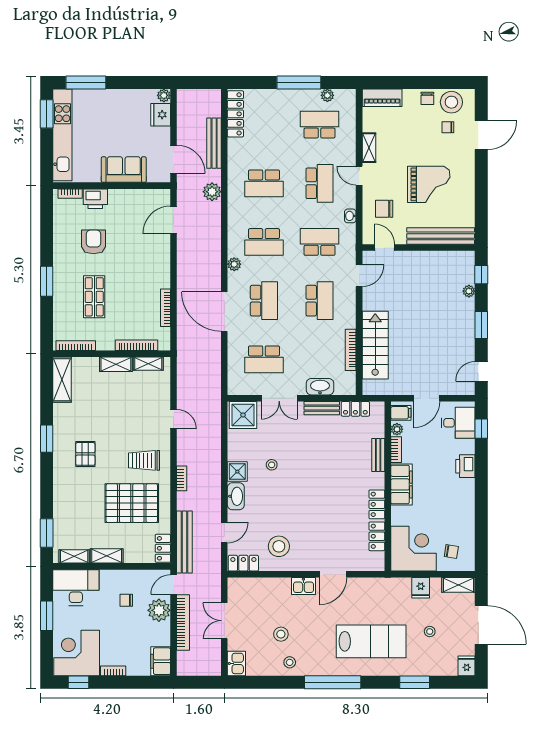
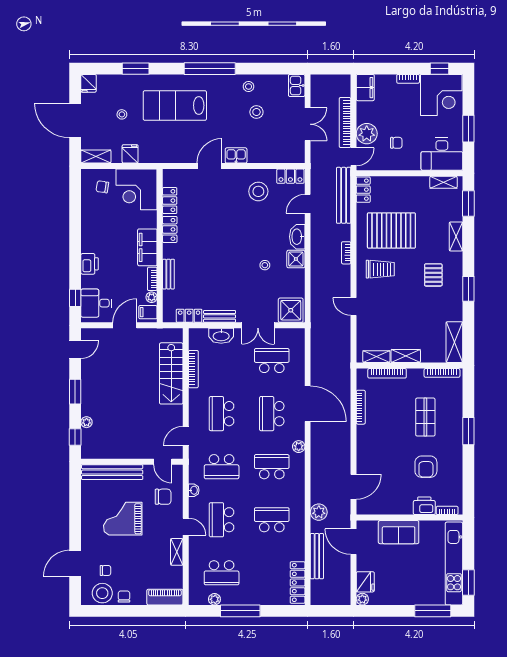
double door: (279, 398) -> (258, 325), swing flipped
shelving: (107, 556) -> (456, 236), moved, turned 90

